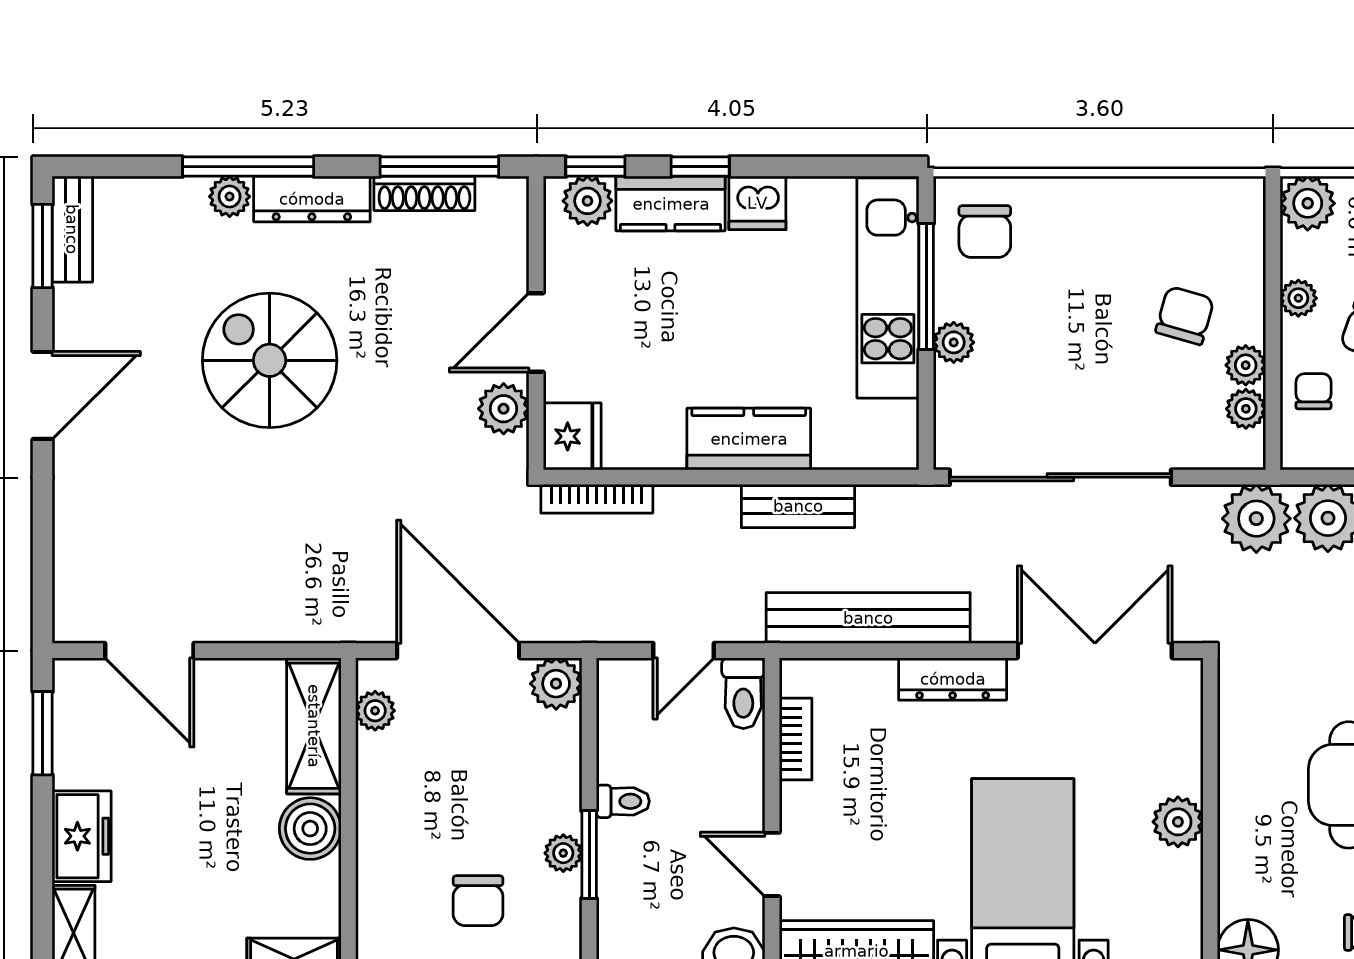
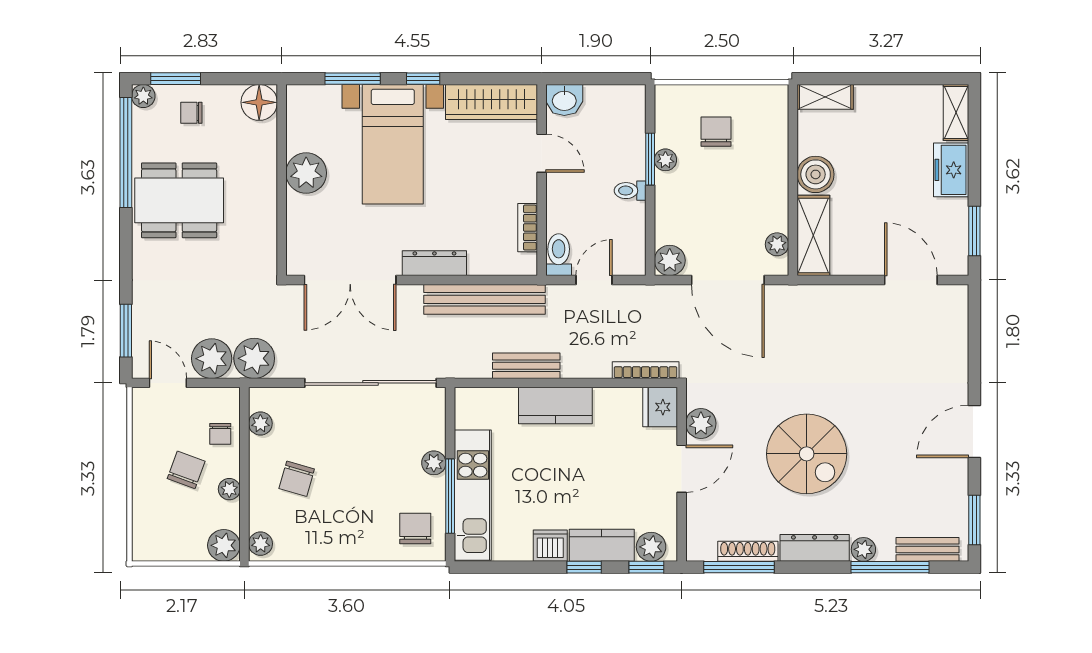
window: (248, 167) -> (890, 567), moved
bench: (72, 229) -> (927, 549), moved, turned 90
spiral stairs: (270, 360) -> (807, 454), moved
plant: (1246, 365) -> (261, 544), moved
plant: (1178, 822) -> (306, 173), width x1.36, depth x1.36

